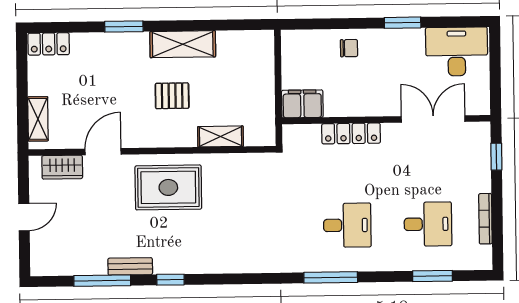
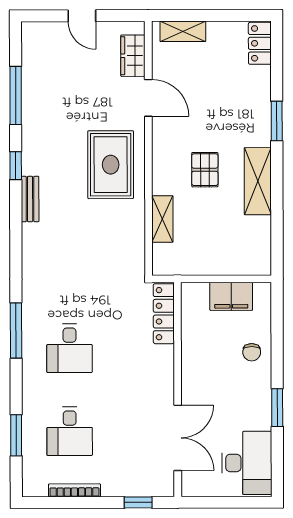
filing cabinet: (302, 104) -> (231, 296), moved, turned 90
locker: (351, 133) -> (164, 314), moved
bench: (130, 266) -> (30, 199), moved

